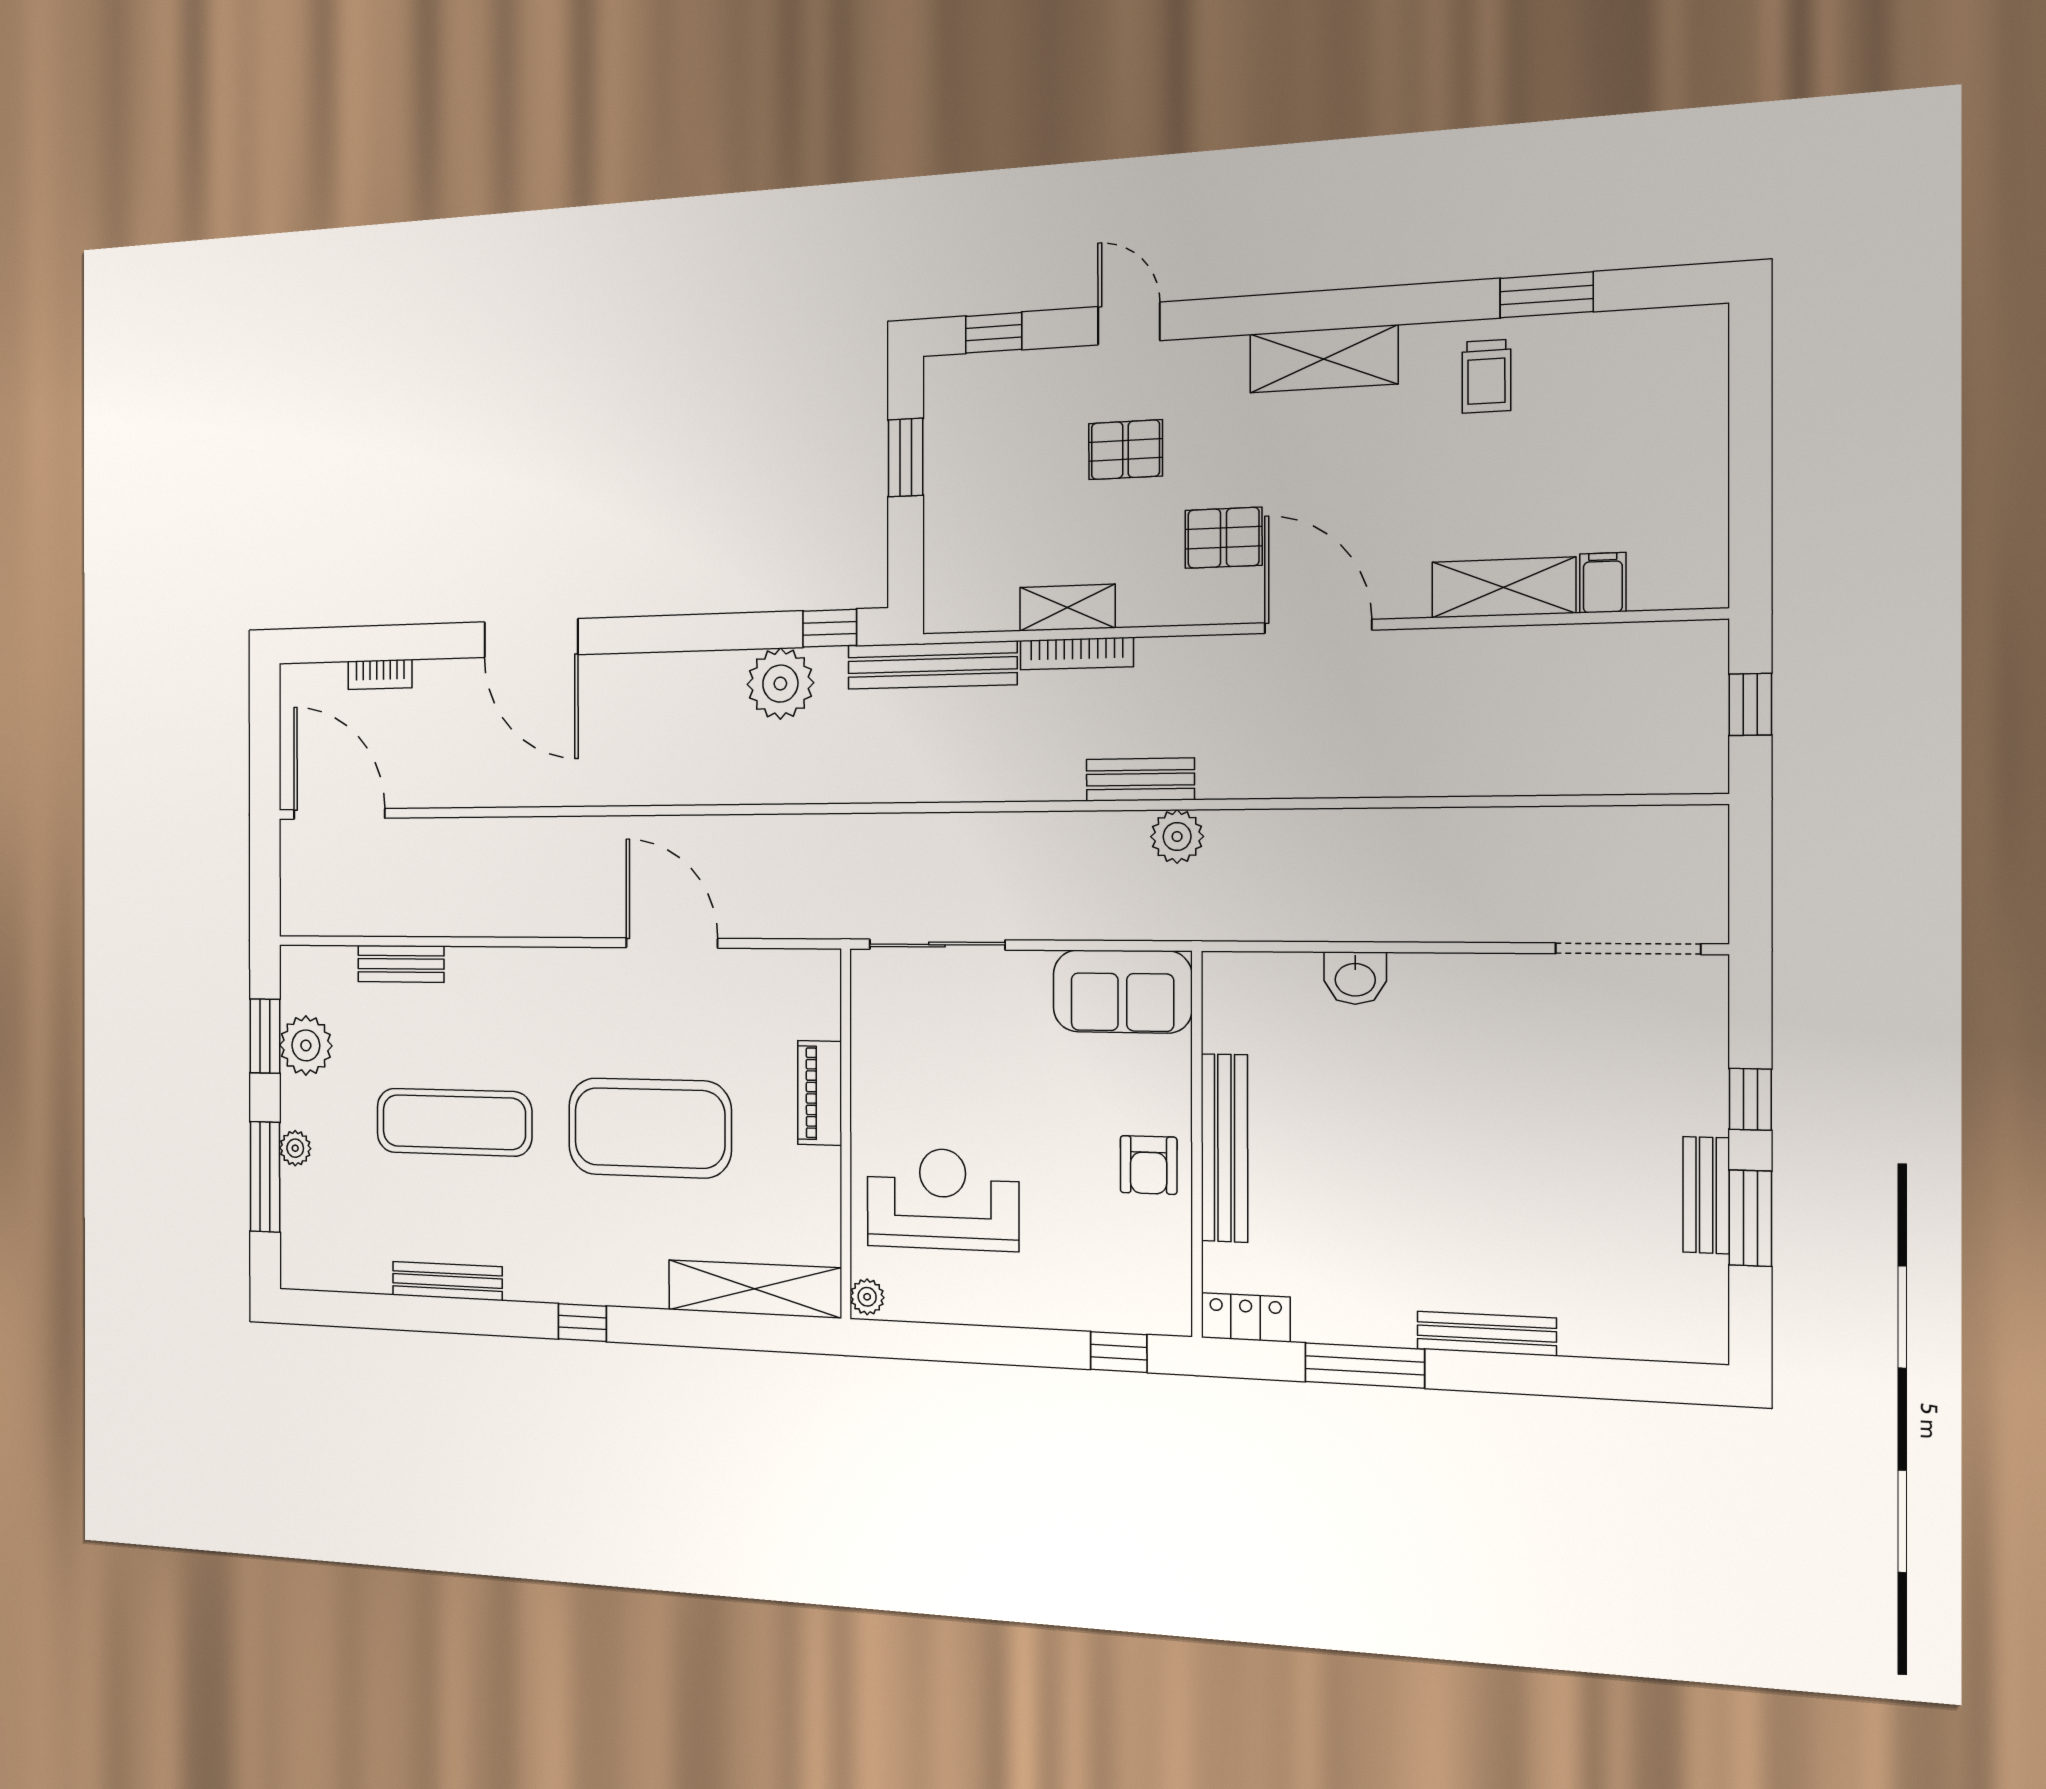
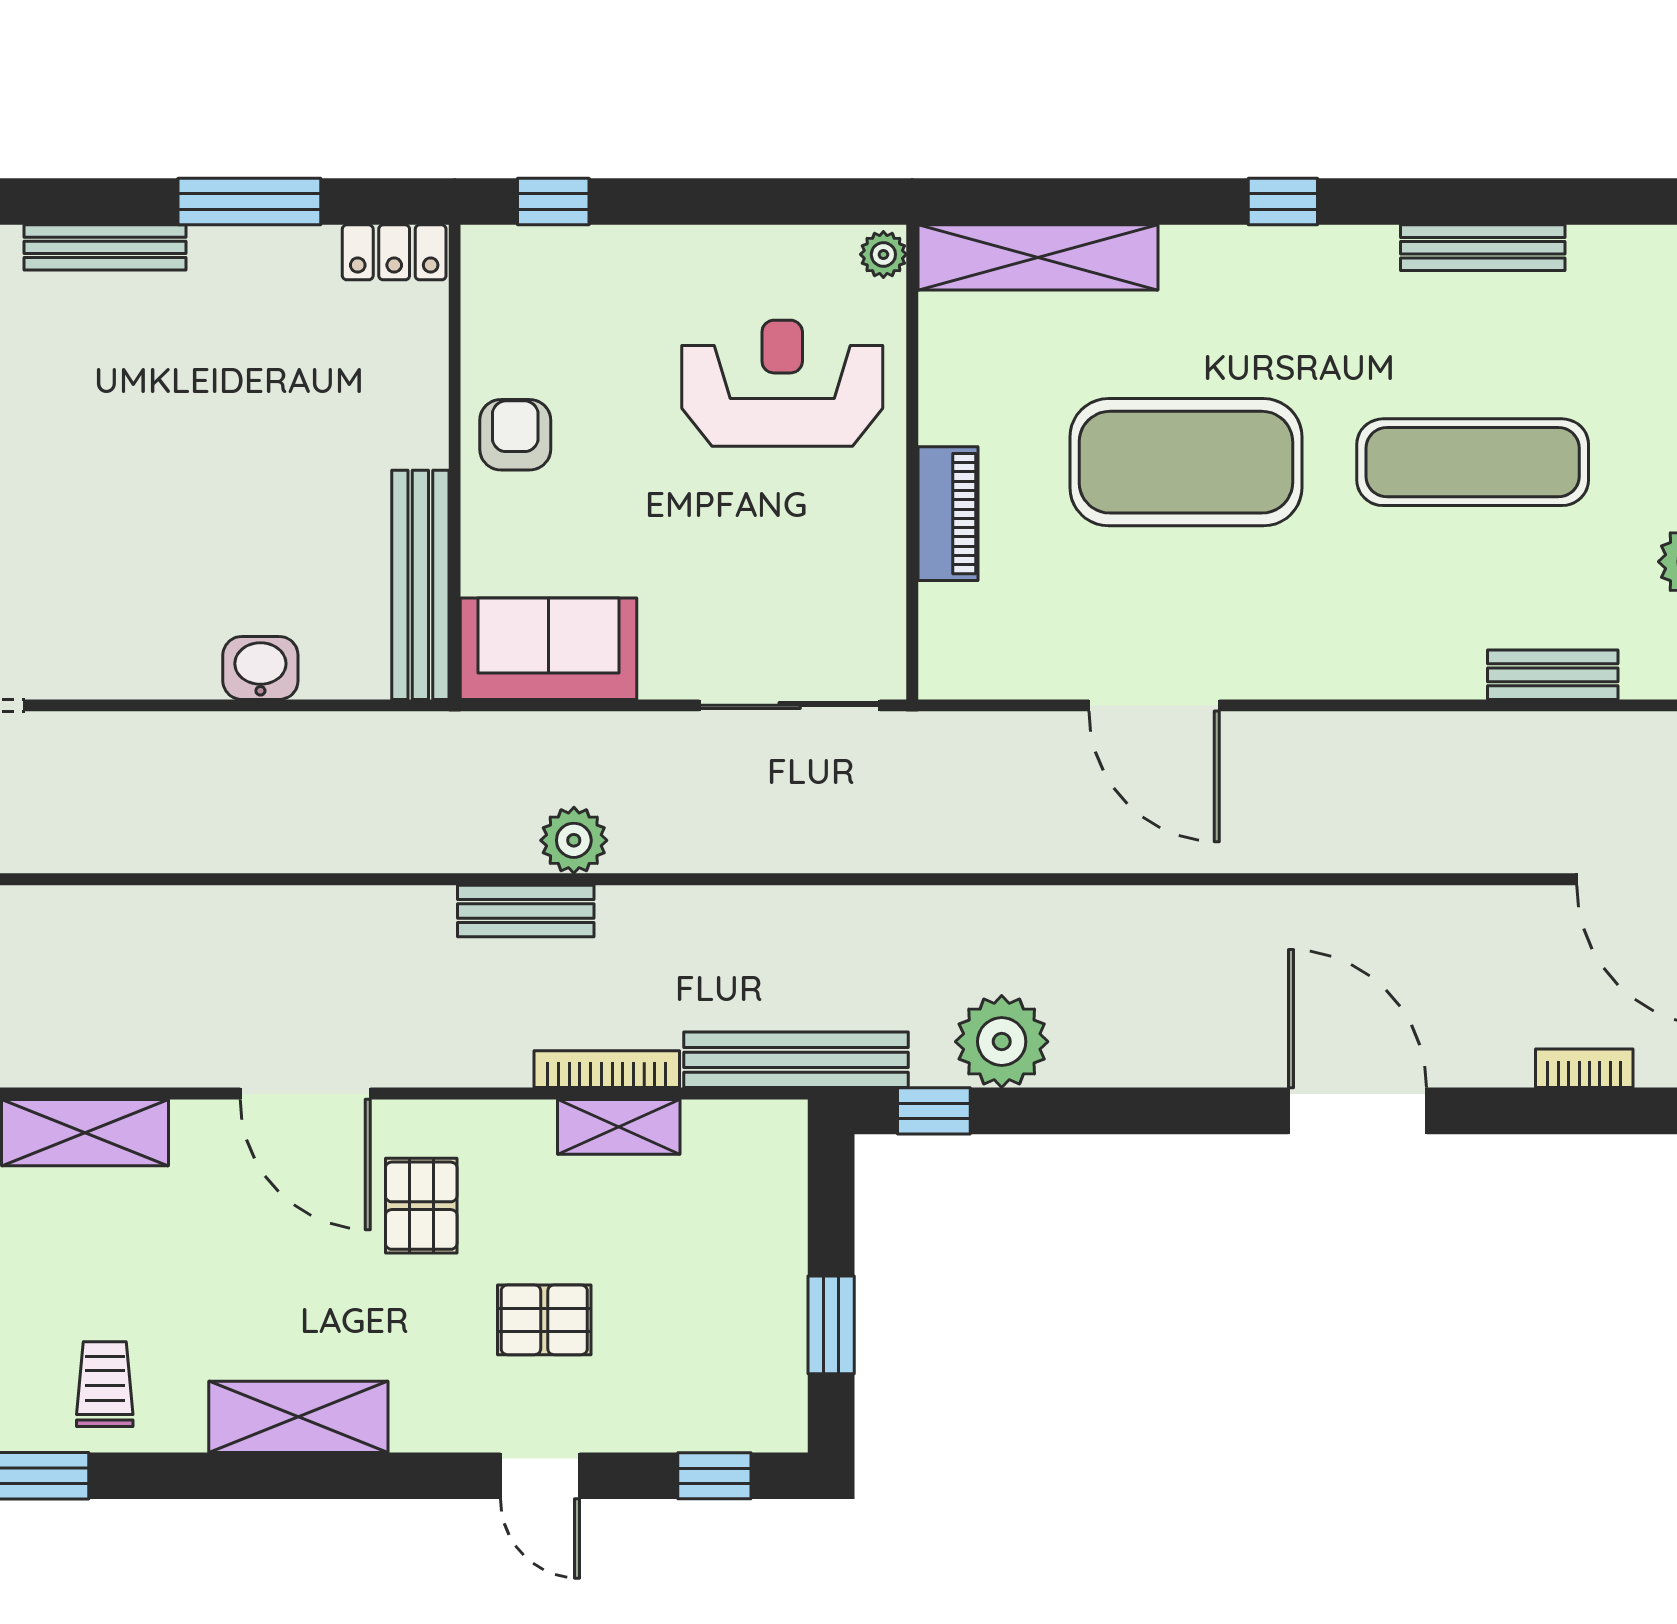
pallet: (1224, 538) -> (421, 1206), turned 90
plant: (1177, 837) -> (574, 840), moved
bench: (1224, 1148) -> (420, 585), moved
reception desk: (943, 1199) -> (782, 383), turned 180

